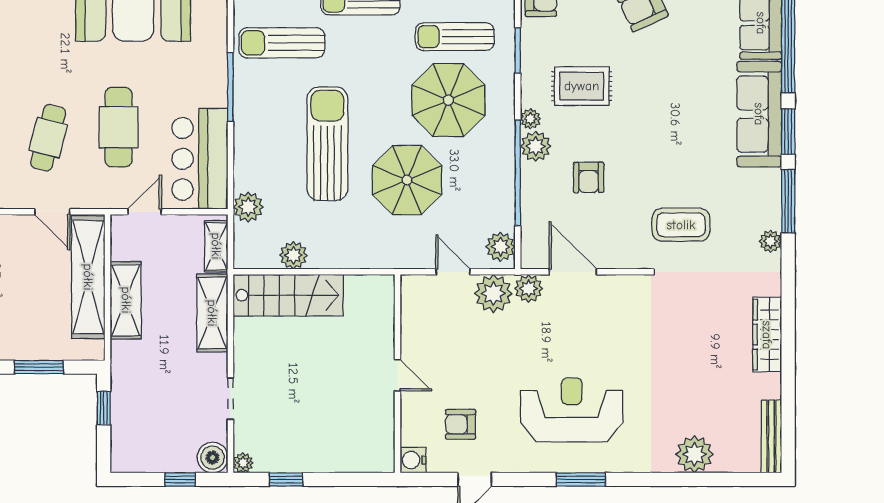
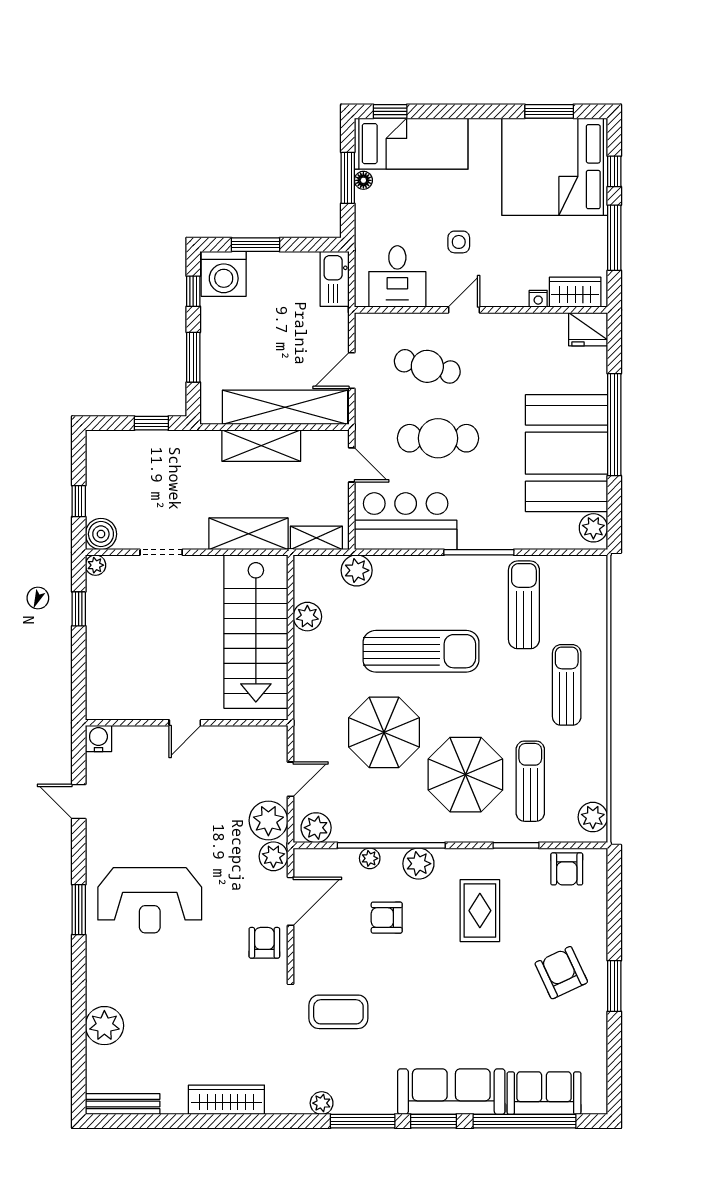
plant: (530, 119) -> (370, 858), moved
coffee table: (681, 225) -> (338, 1012), turned 90
stairs: (288, 295) -> (256, 632), width x1.36, depth x1.51
reception desk: (572, 410) -> (150, 900), turned 90
armchair: (461, 424) -> (264, 943), moved

